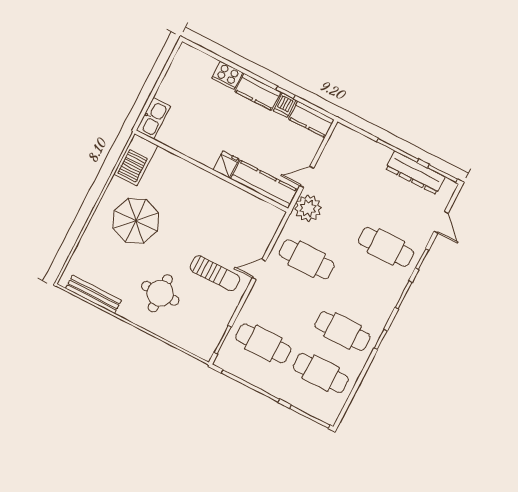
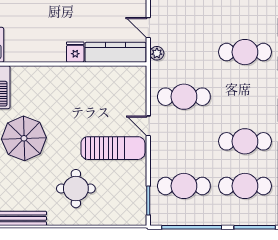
door: (307, 177) -> (148, 28), hinge flipped
plant: (308, 208) -> (157, 53), width x0.53, depth x0.53
door: (259, 269) -> (148, 126), hinge flipped
sun lounger: (215, 273) -> (113, 148), width x1.36, depth x1.34

